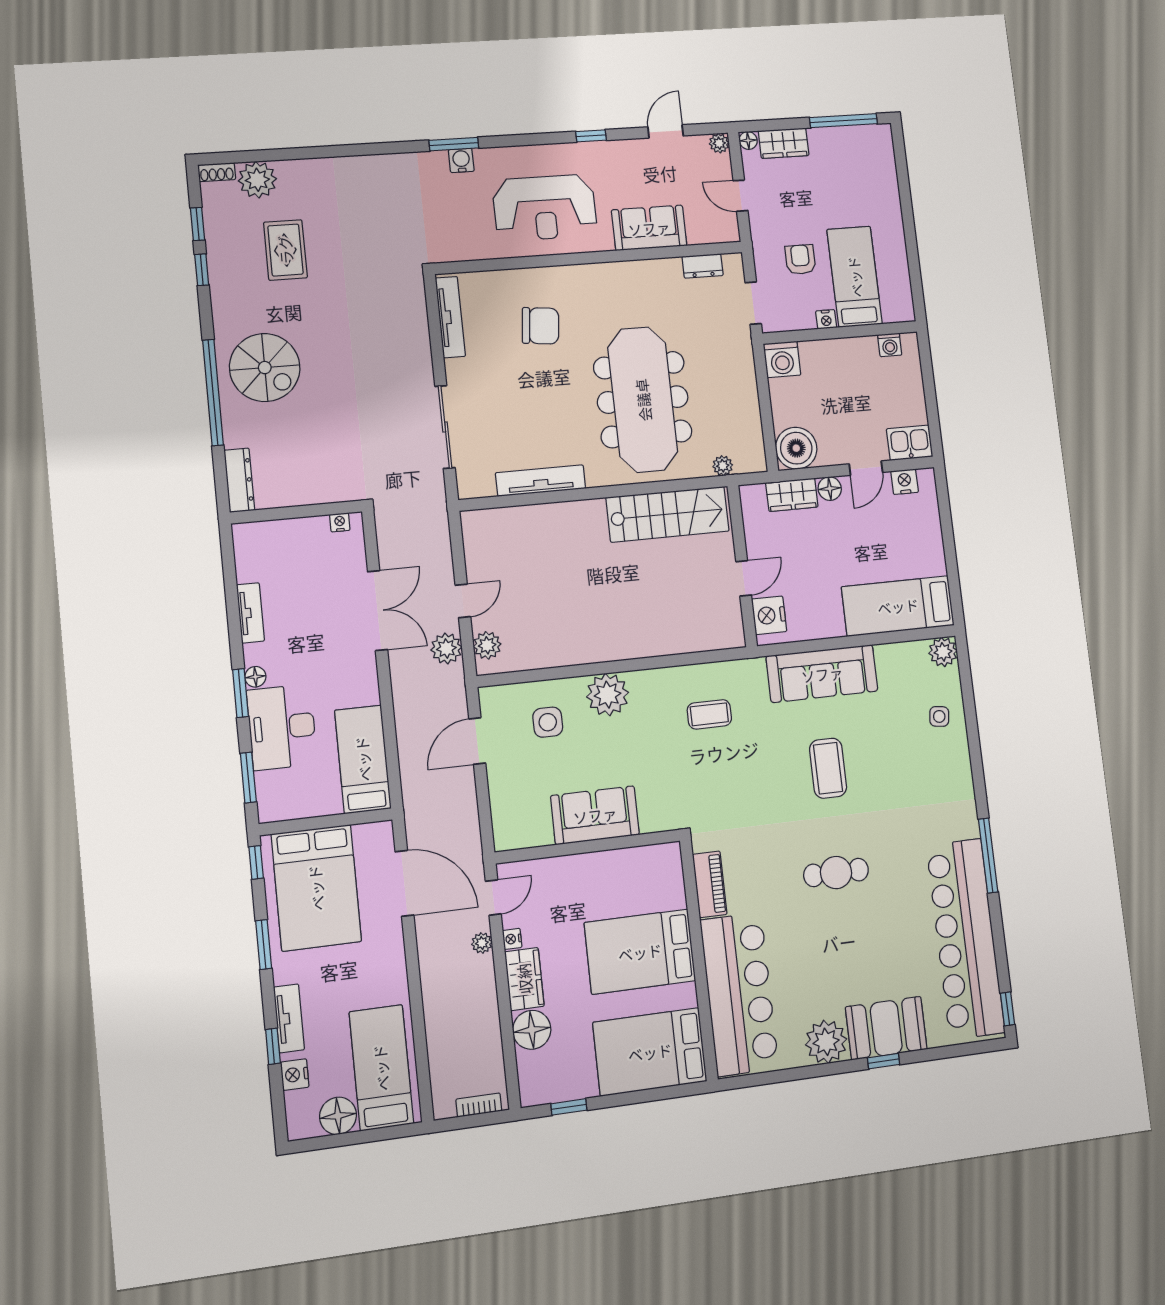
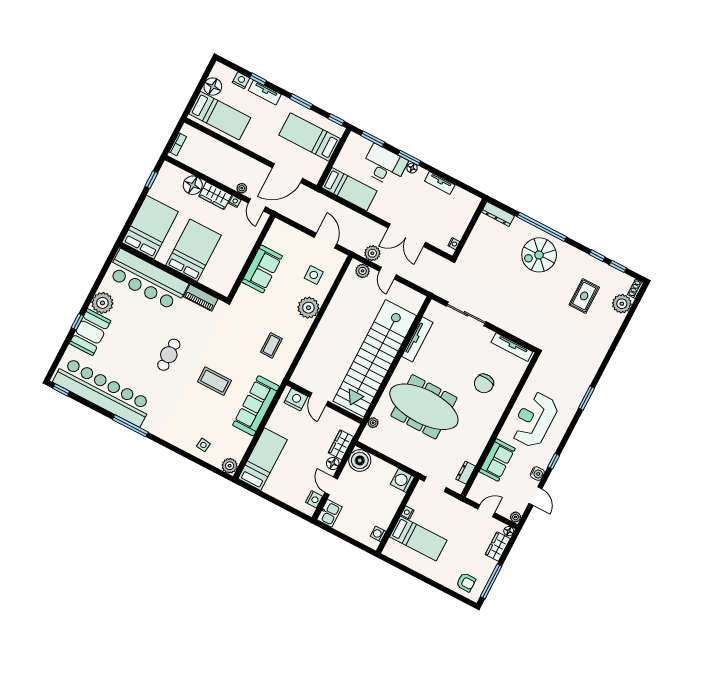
water cooler: (461, 160) -> (537, 474), moved
rug: (285, 250) -> (584, 296), turned 90
armchair: (800, 259) -> (466, 582), moved
stairs: (668, 514) -> (375, 358), width x1.86, depth x1.51
bed: (316, 888) -> (310, 137), width x0.67

